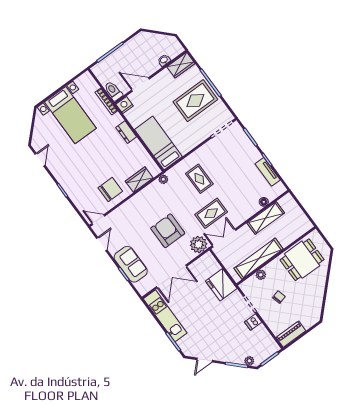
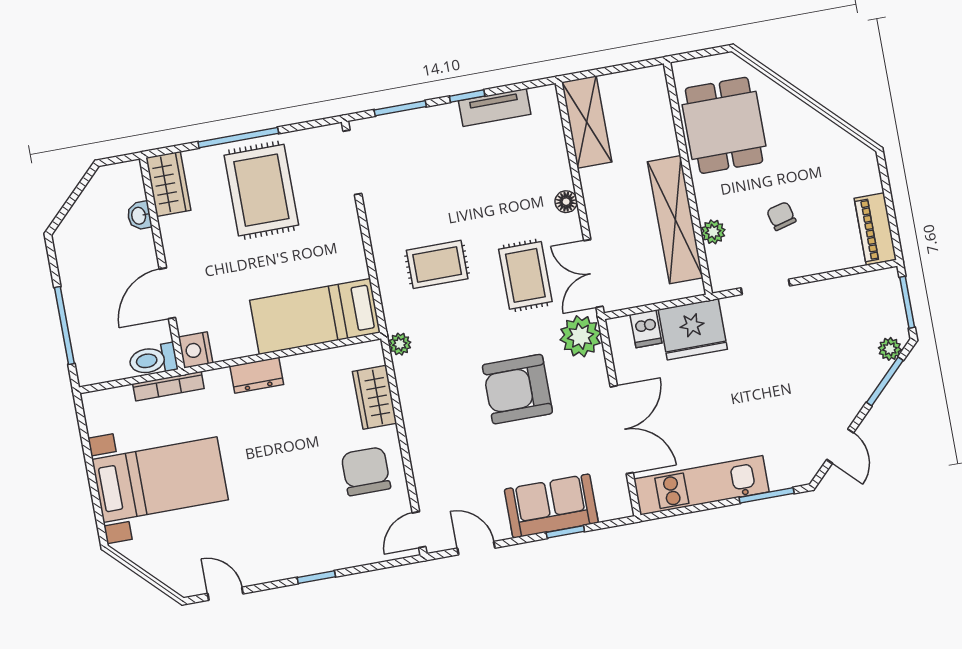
floor lamp: (264, 202) -> (566, 202), moved
shelving: (266, 218) -> (587, 122), moved
dishwasher: (253, 322) -> (646, 329), moved

